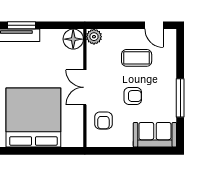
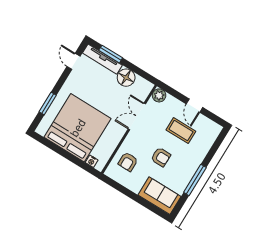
door: (154, 25) -> (194, 106), moved
floor lamp: (73, 39) -> (126, 78), moved
double door: (85, 87) -> (137, 116), moved
nightstand: (67, 142) -> (92, 161), added

